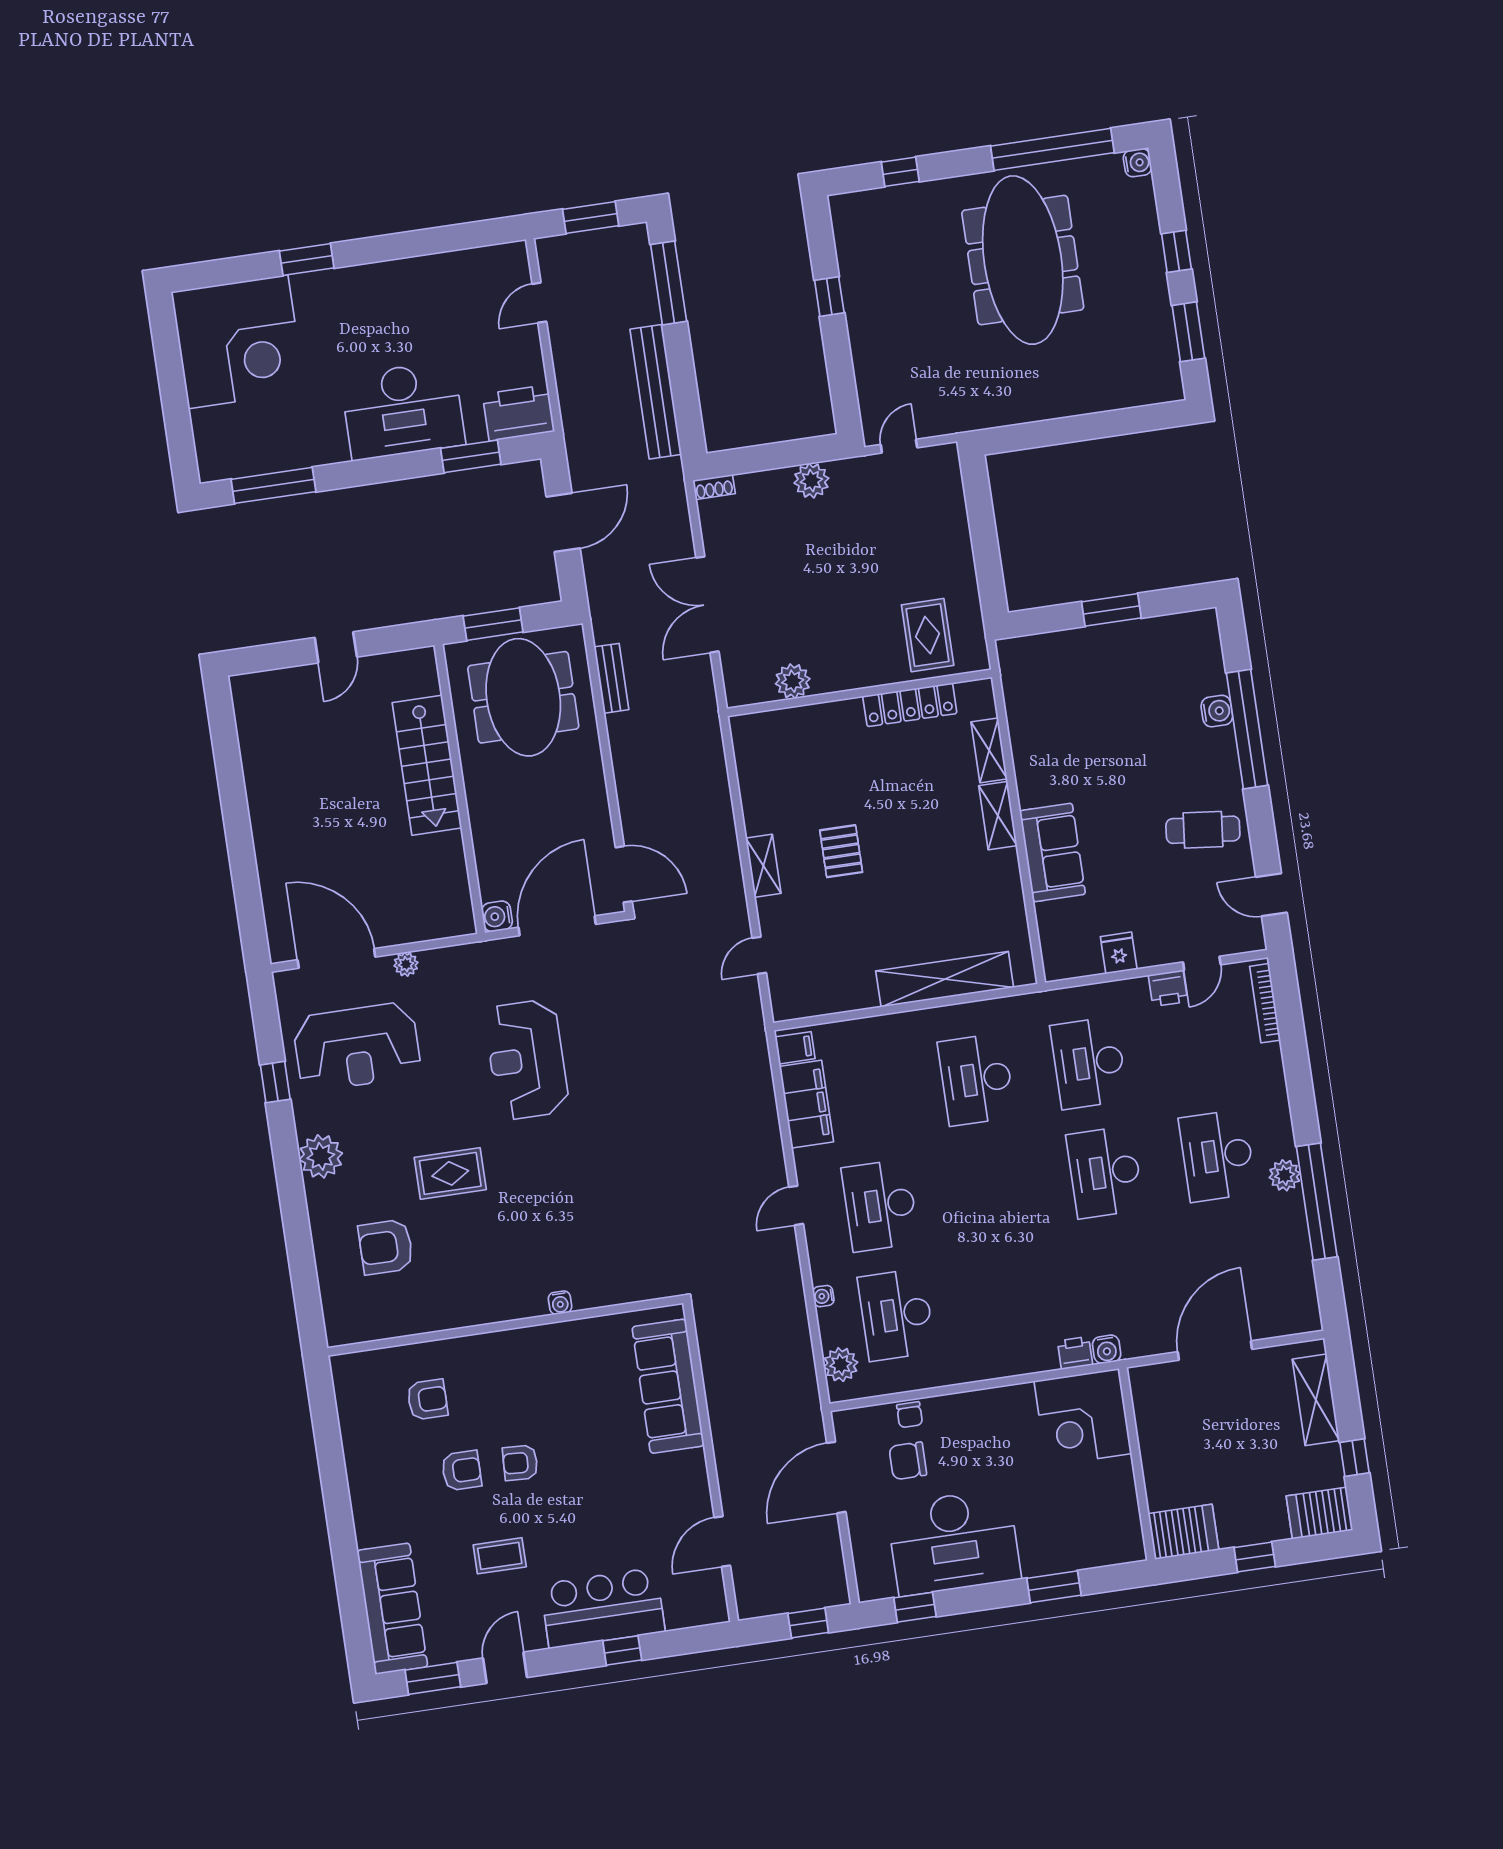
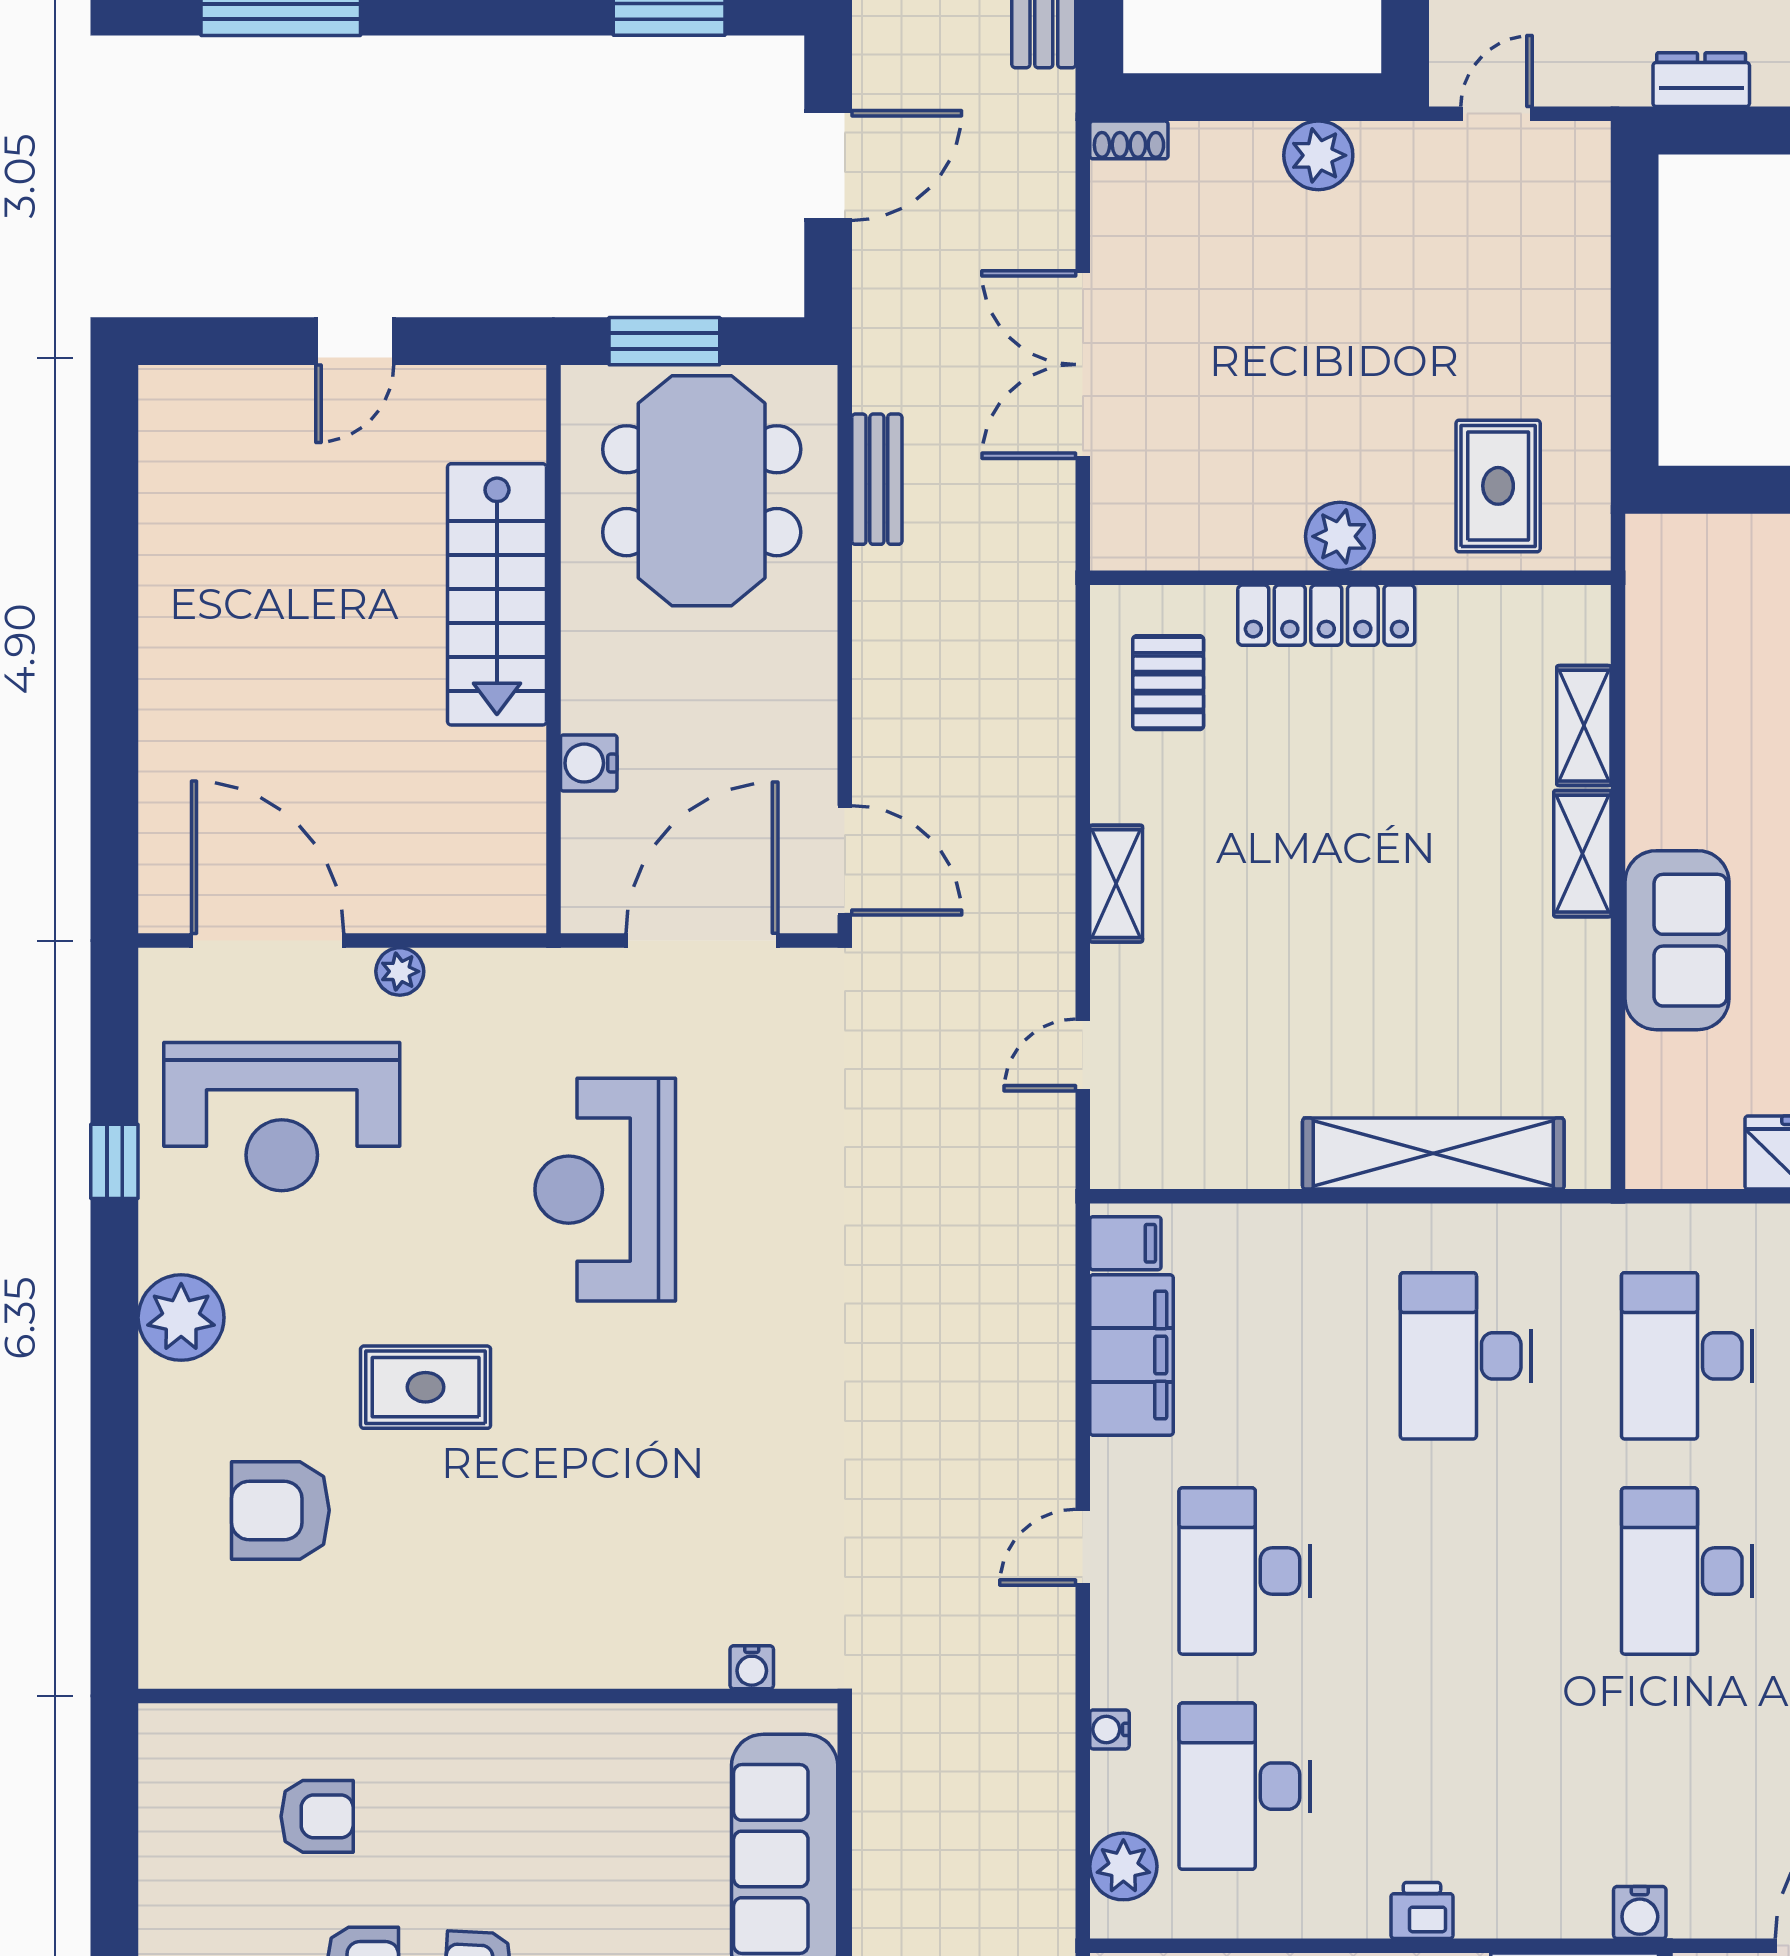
dresser: (1000, 413) -> (1701, 80), added
plant: (793, 681) -> (1340, 536), moved
locker: (910, 705) -> (1326, 615), moved
pallet: (841, 851) -> (1168, 683), moved
water cooler: (497, 916) -> (589, 763), moved
water cooler: (560, 1303) -> (752, 1667), moved
printer: (1075, 1353) -> (1422, 1910), moved

